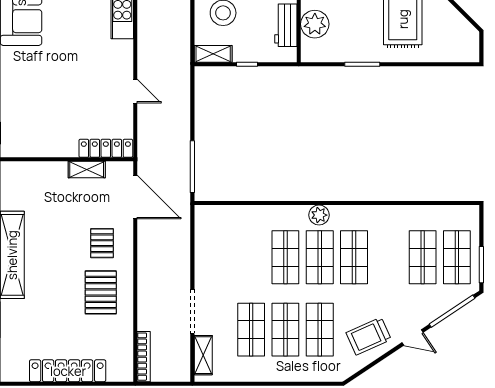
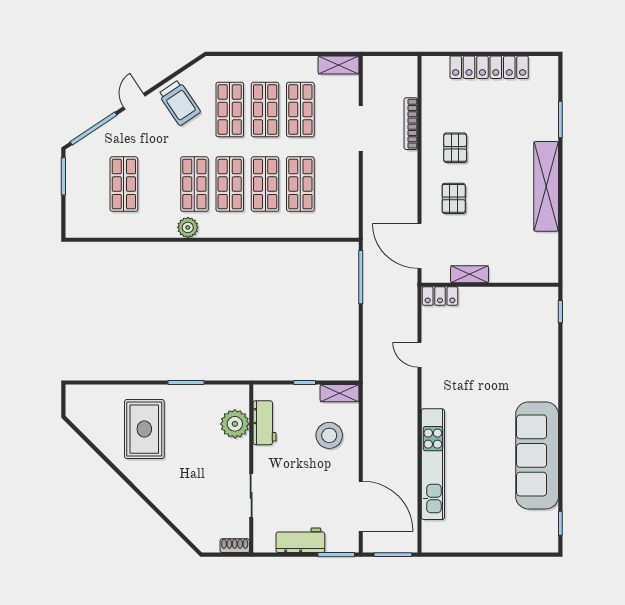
locker: (106, 148) -> (440, 296), width x0.66
plant: (319, 215) -> (188, 227), moved
shop shelf: (457, 257) -> (300, 184), moved
pallet: (101, 292) -> (455, 148), width x0.67, depth x0.71
trolley: (369, 336) -> (179, 103), turned 80
door: (413, 338) -> (134, 101), hinge flipped
shelving: (203, 355) -> (338, 65), moved, turned 90
bookcase: (144, 357) -> (411, 124), moved

